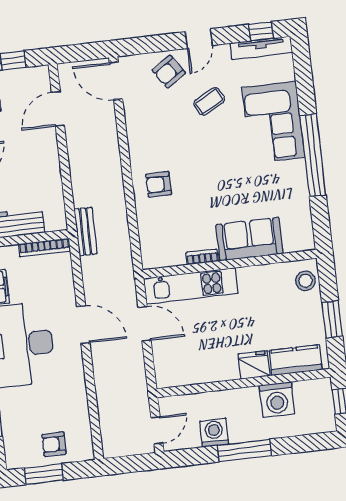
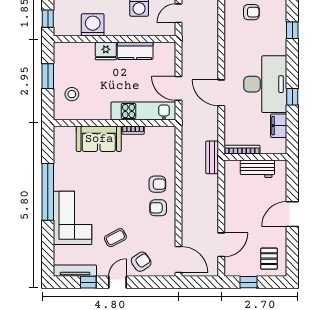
window: (261, 31) -> (88, 282), moved
armchair: (154, 151) -> (158, 208), added
stool: (306, 281) -> (72, 94), moved
kitchen counter: (296, 360) -> (135, 51), moved

